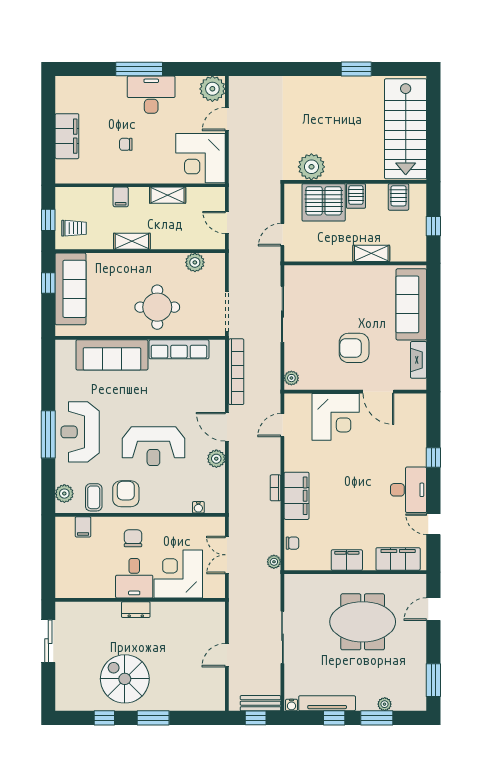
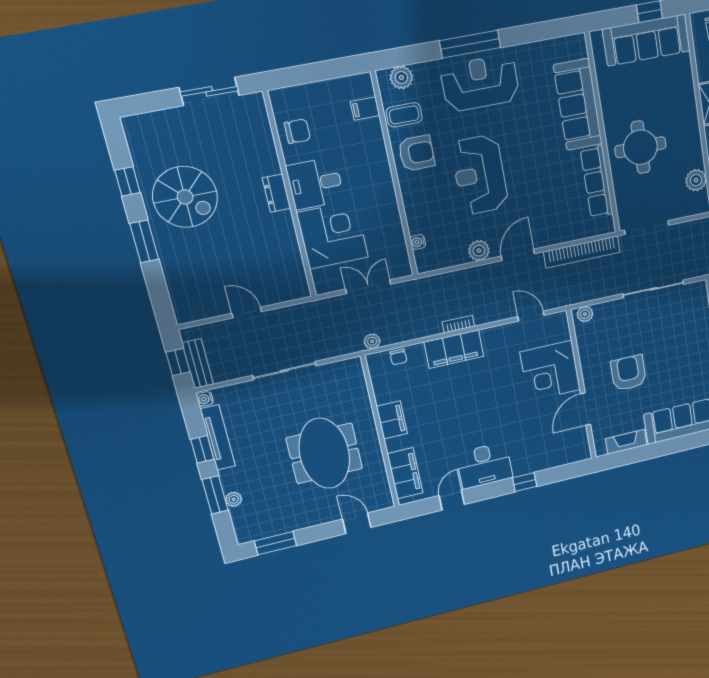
chair: (133, 538) -> (297, 131), moved
spiral stairs: (125, 679) -> (185, 197), turned 90

